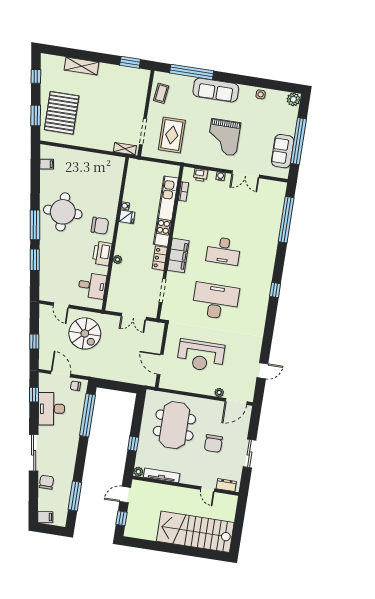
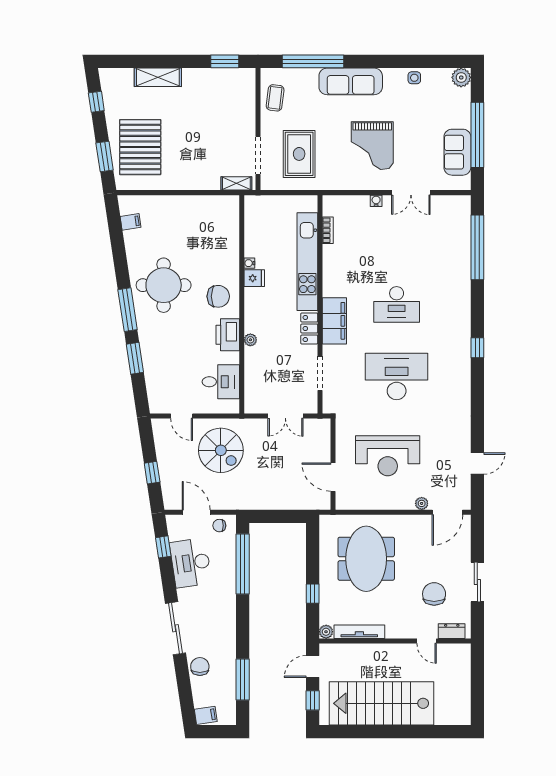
printer: (201, 175) -> (348, 203), removed
chair: (213, 443) -> (434, 594), moved, turned 180
stairs: (195, 532) -> (381, 703), moved

